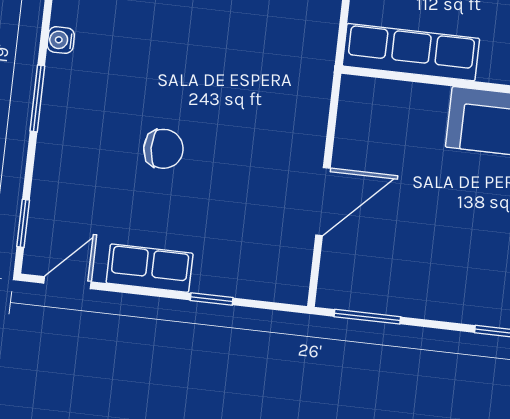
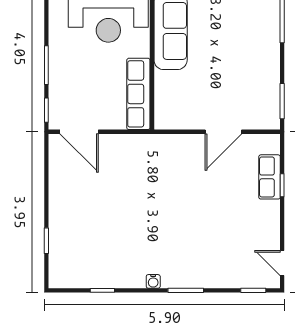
chair: (163, 149) -> (205, 220), removed
door: (323, 201) -> (223, 132), swing flipped
row of seats: (150, 268) -> (269, 177), moved

